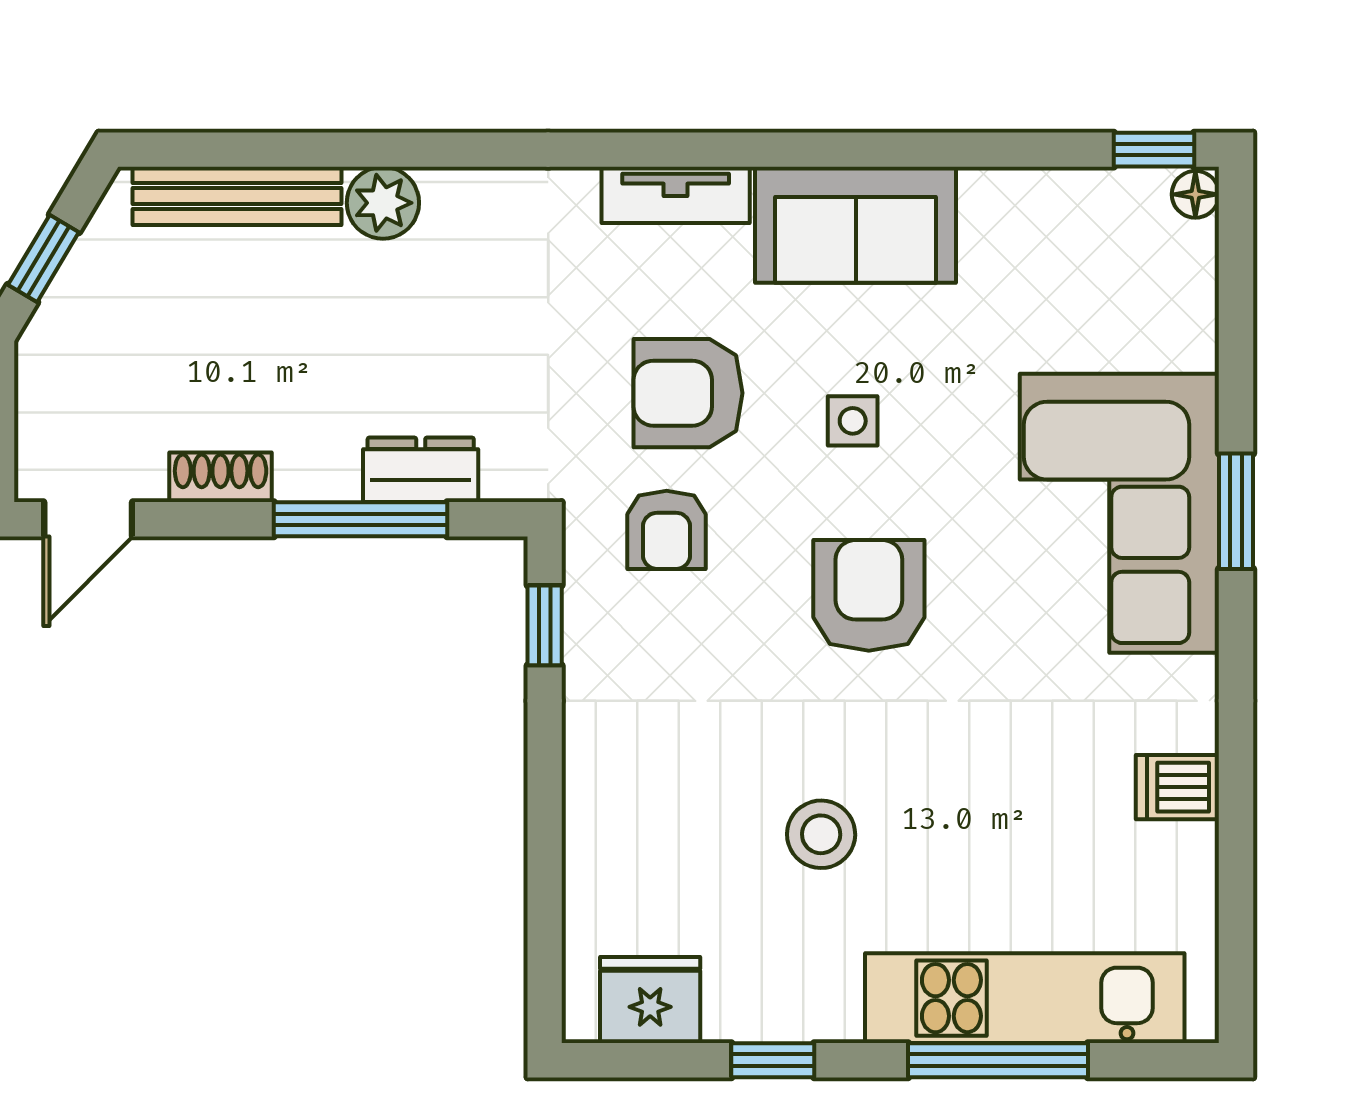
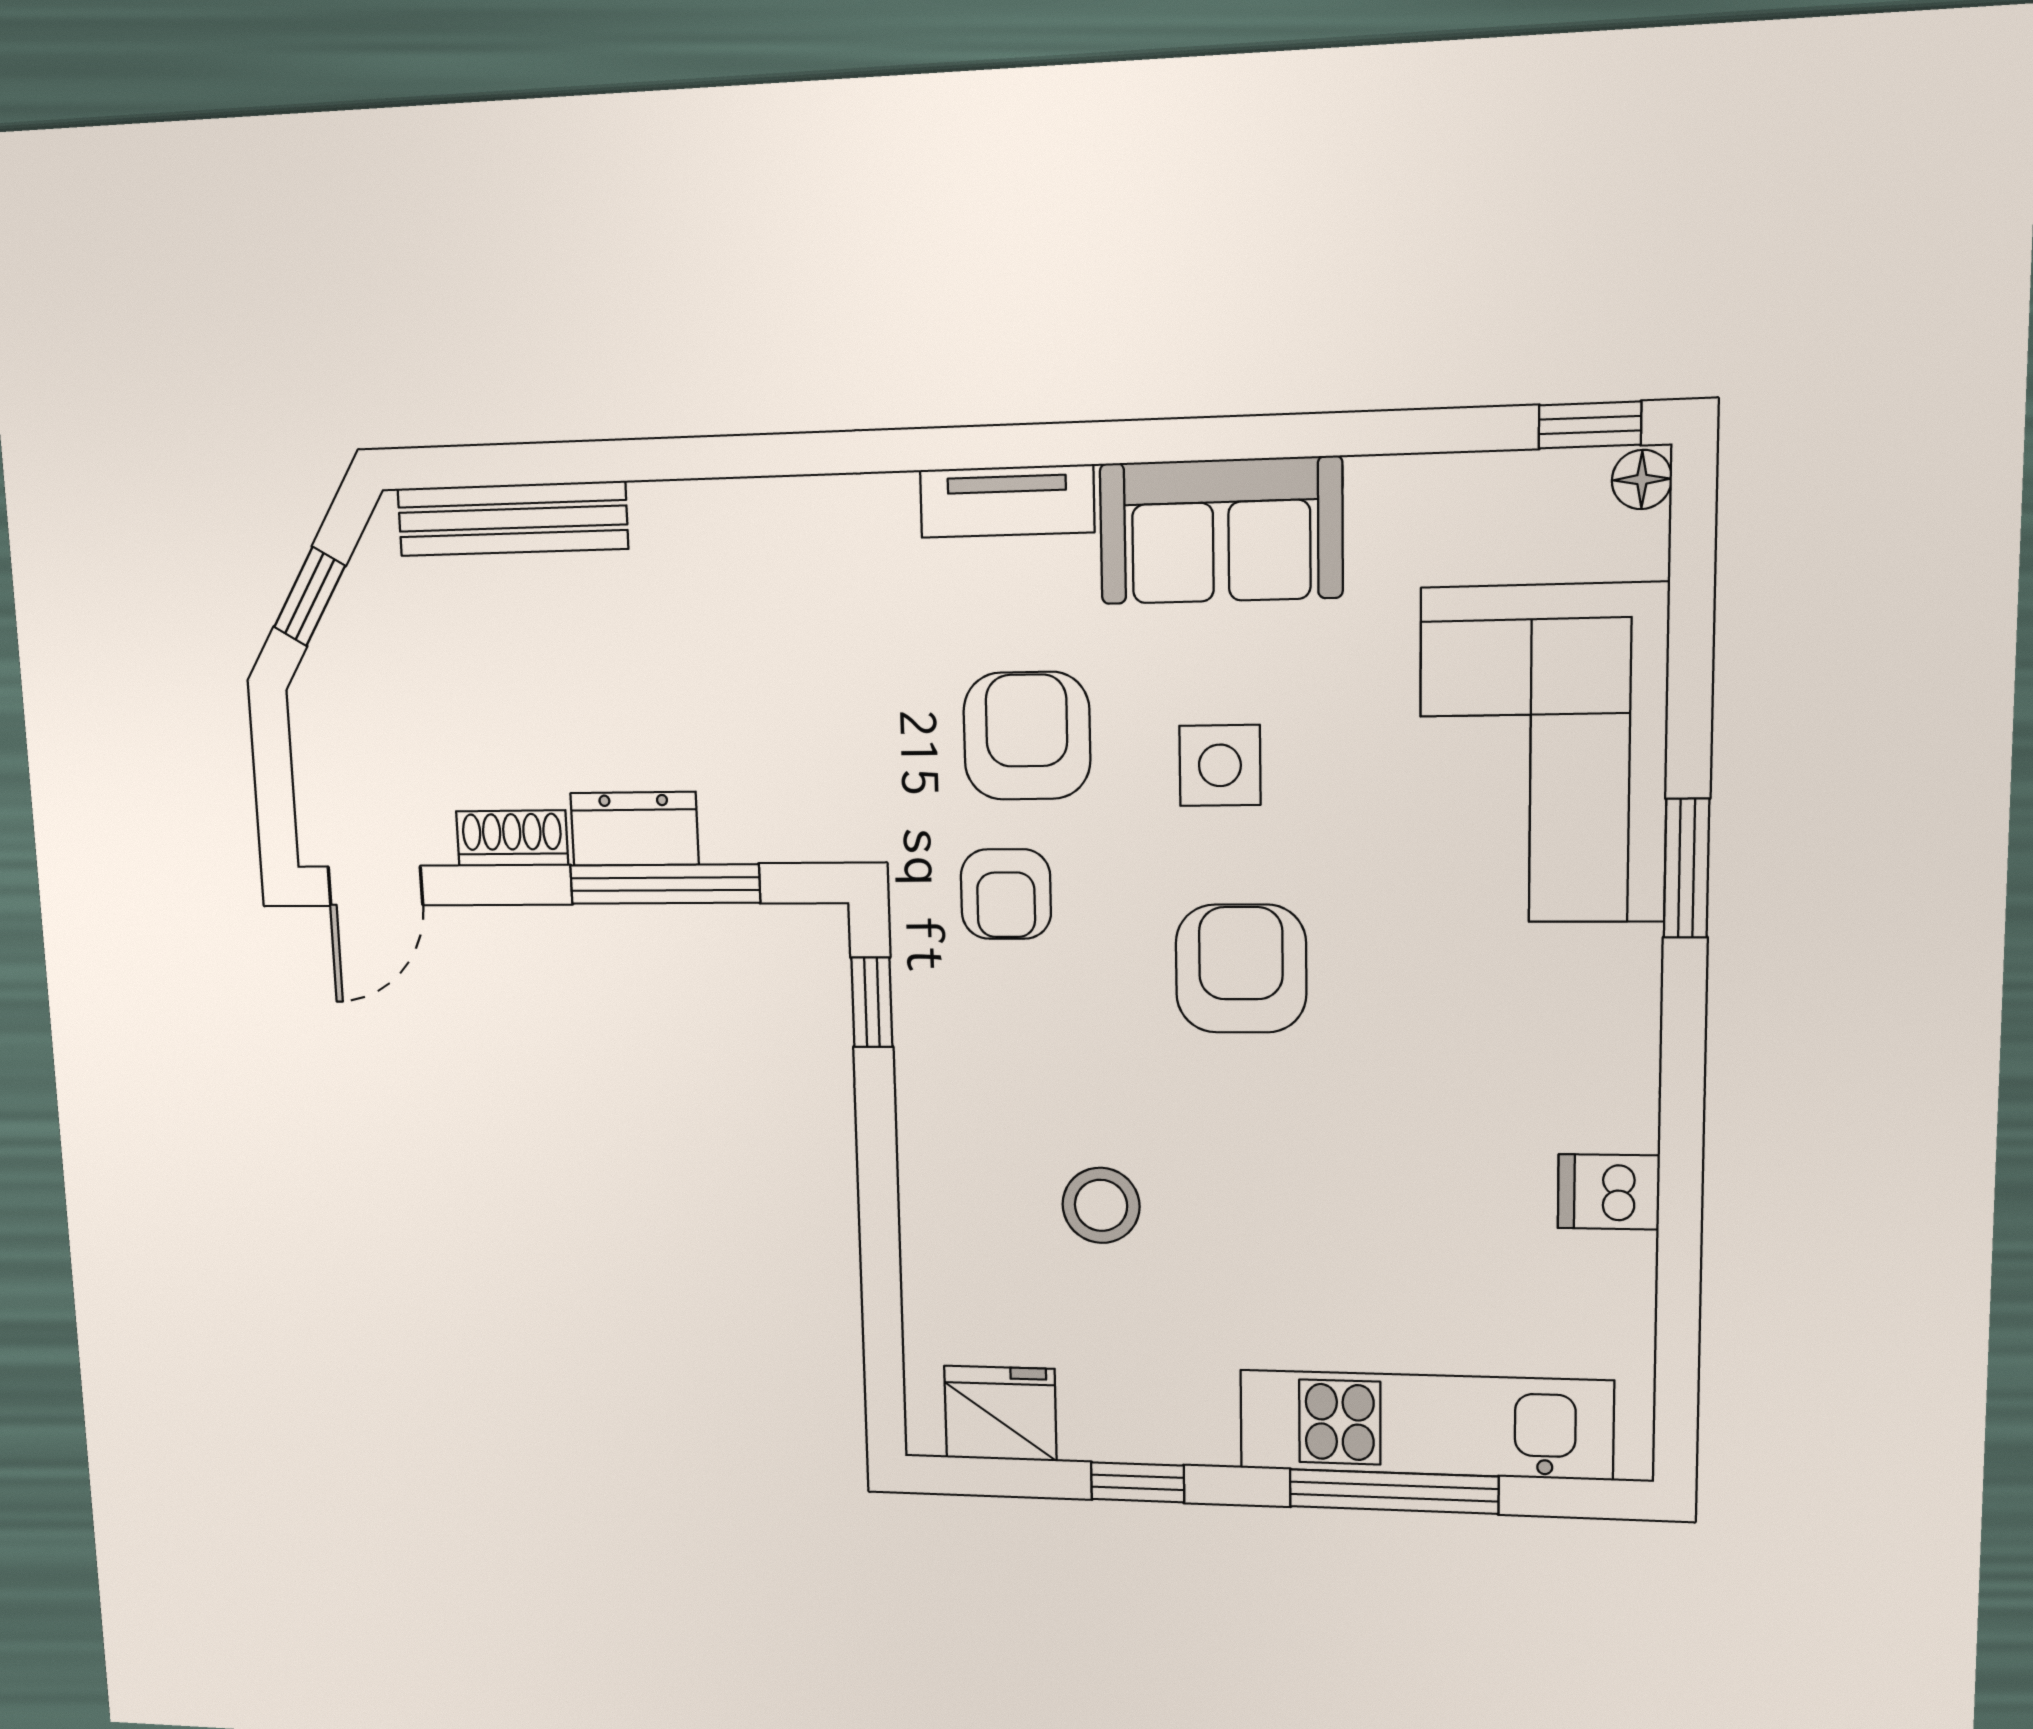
plant: (383, 203) -> (673, 521), removed
armchair: (688, 393) -> (1027, 736), turned 90
side table: (853, 421) -> (1220, 765), width x1.37, depth x1.37
dresser: (421, 470) -> (634, 829), moved
corner sofa: (1119, 513) -> (1543, 755), moved
stool: (821, 834) -> (1101, 1205), moved

